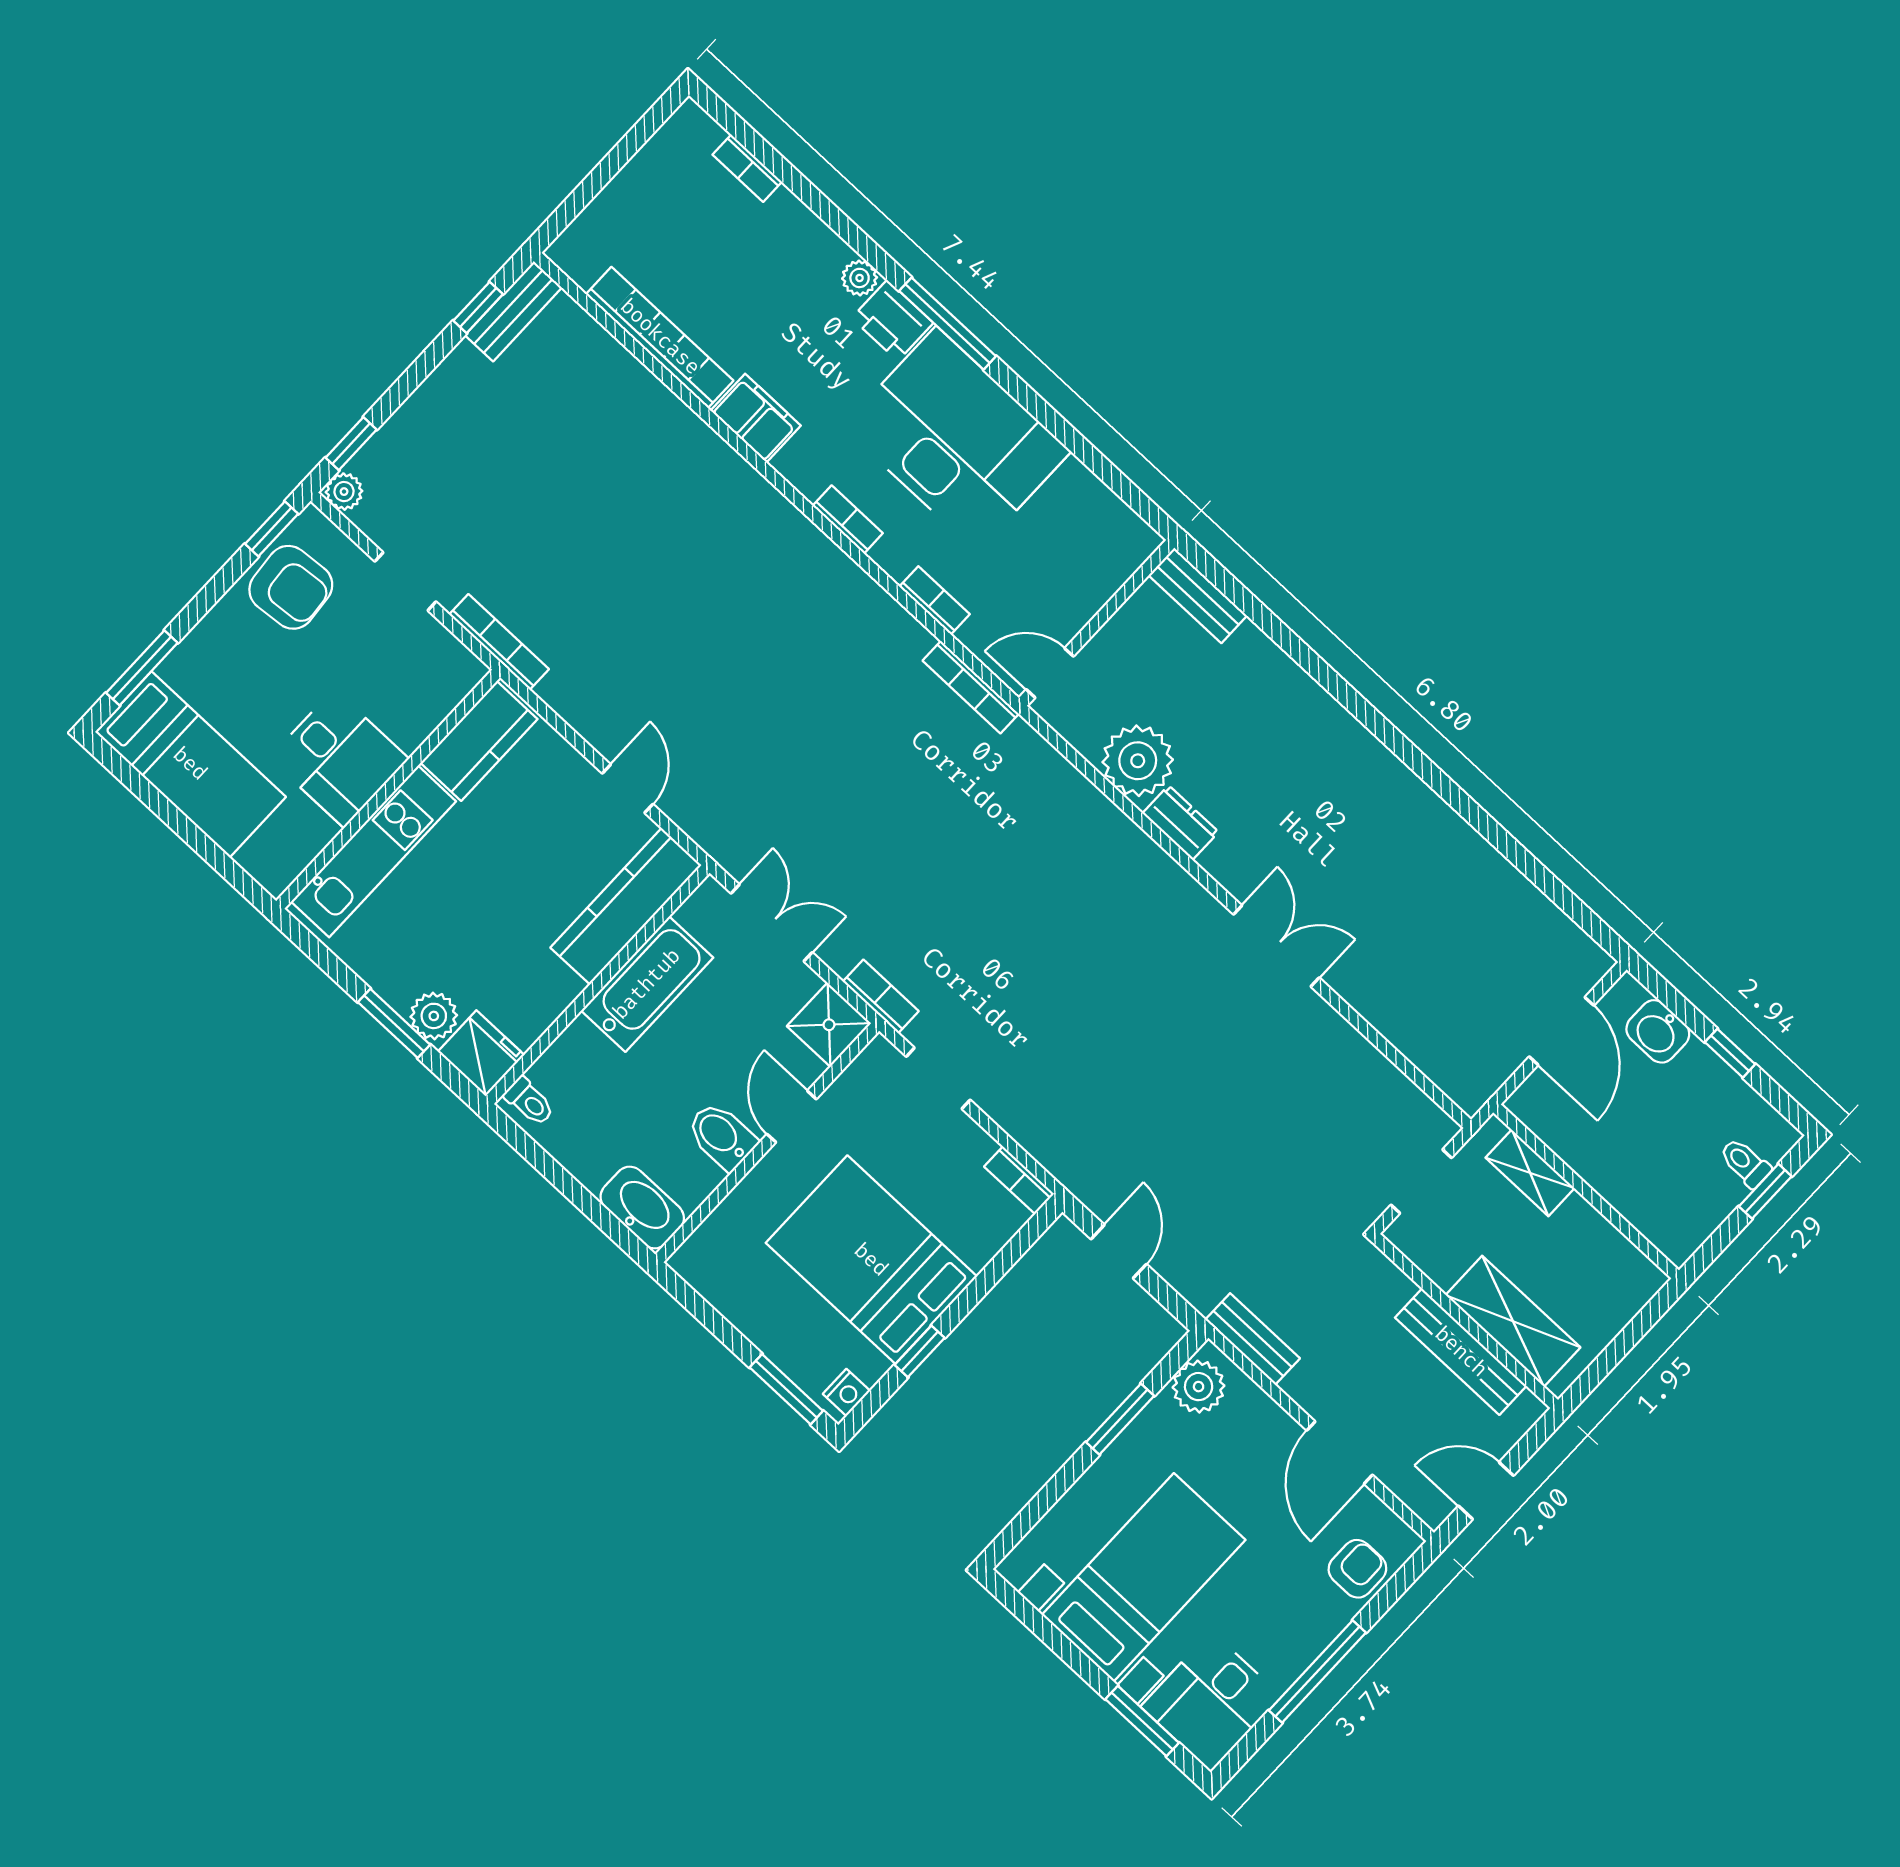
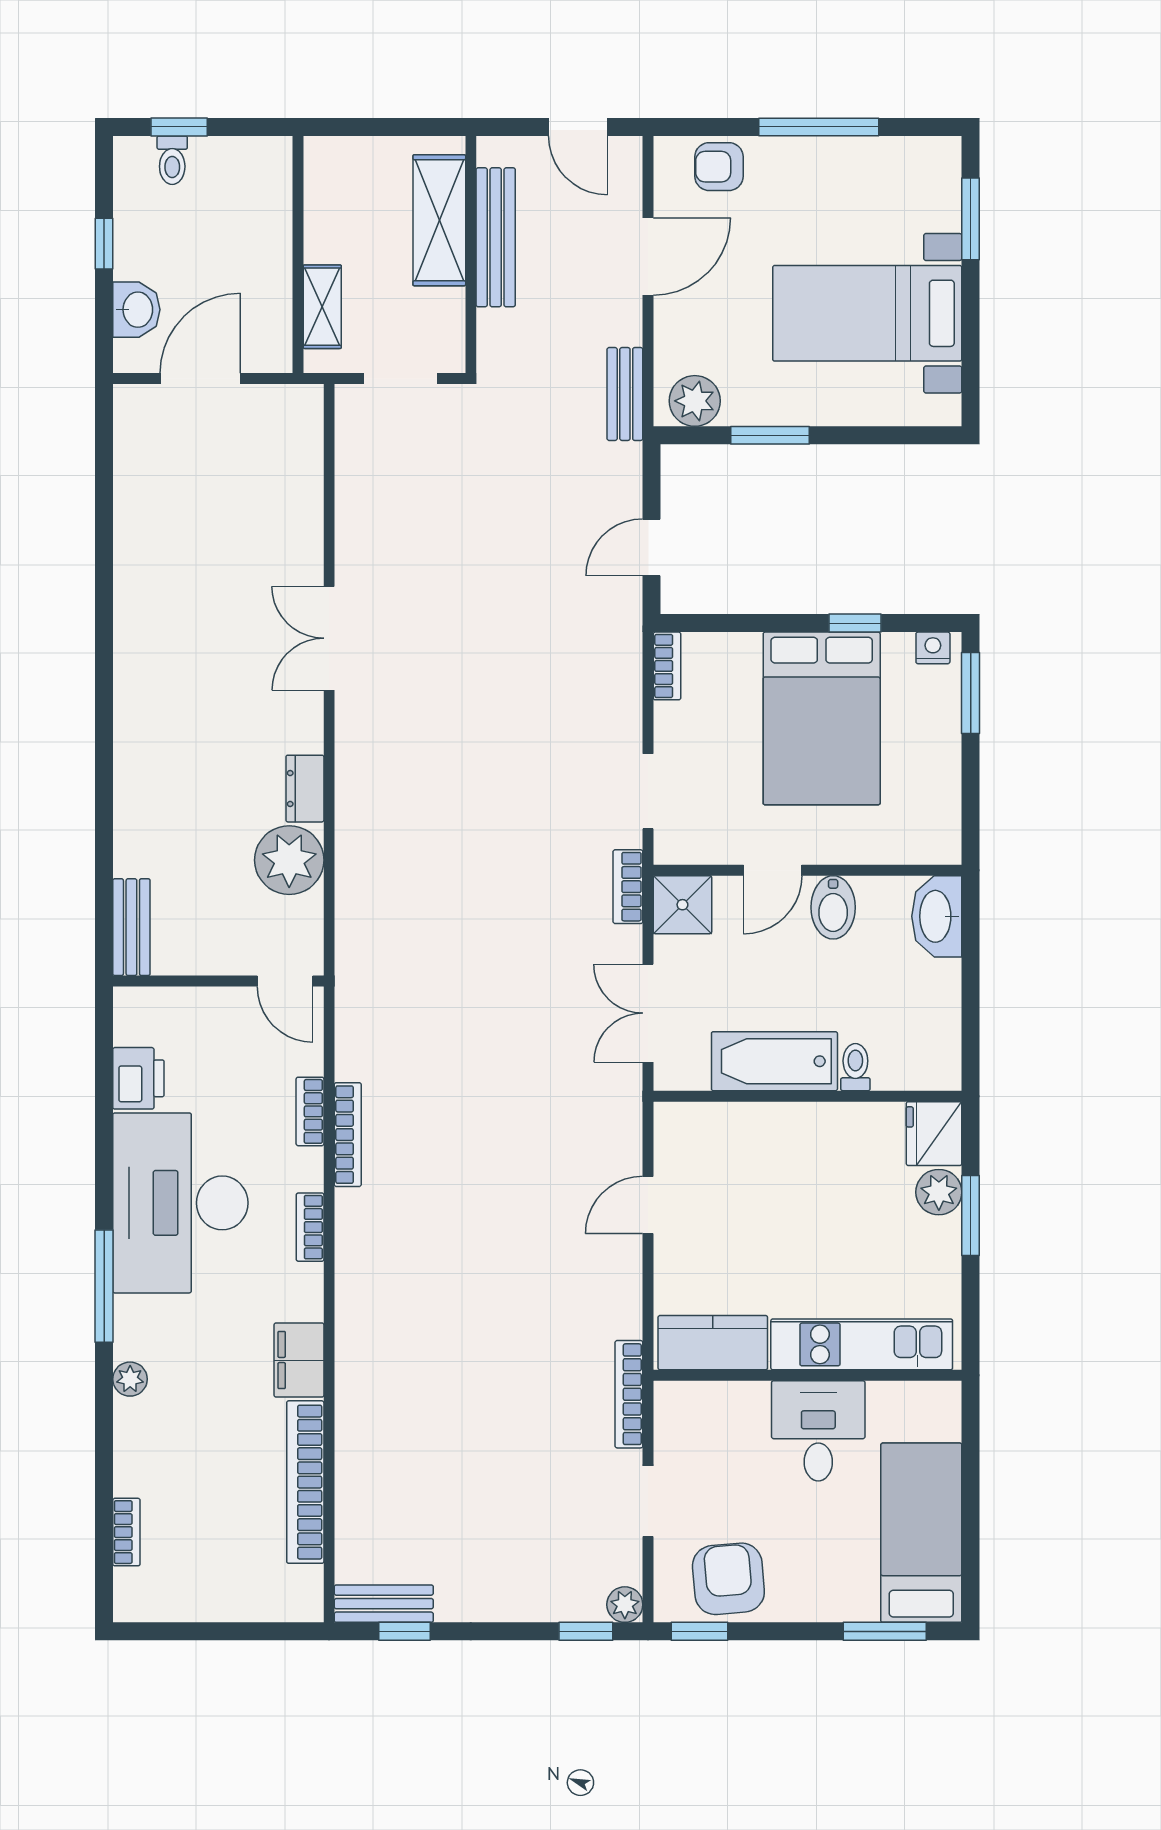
printer: (892, 320) -> (138, 1078), moved
bookcase: (971, 687) -> (348, 1135), moved
kitchen counter: (626, 906) -> (733, 1128), removed
toilet: (529, 1102) -> (855, 1067), moved
desk: (1211, 1701) -> (911, 183), removed

